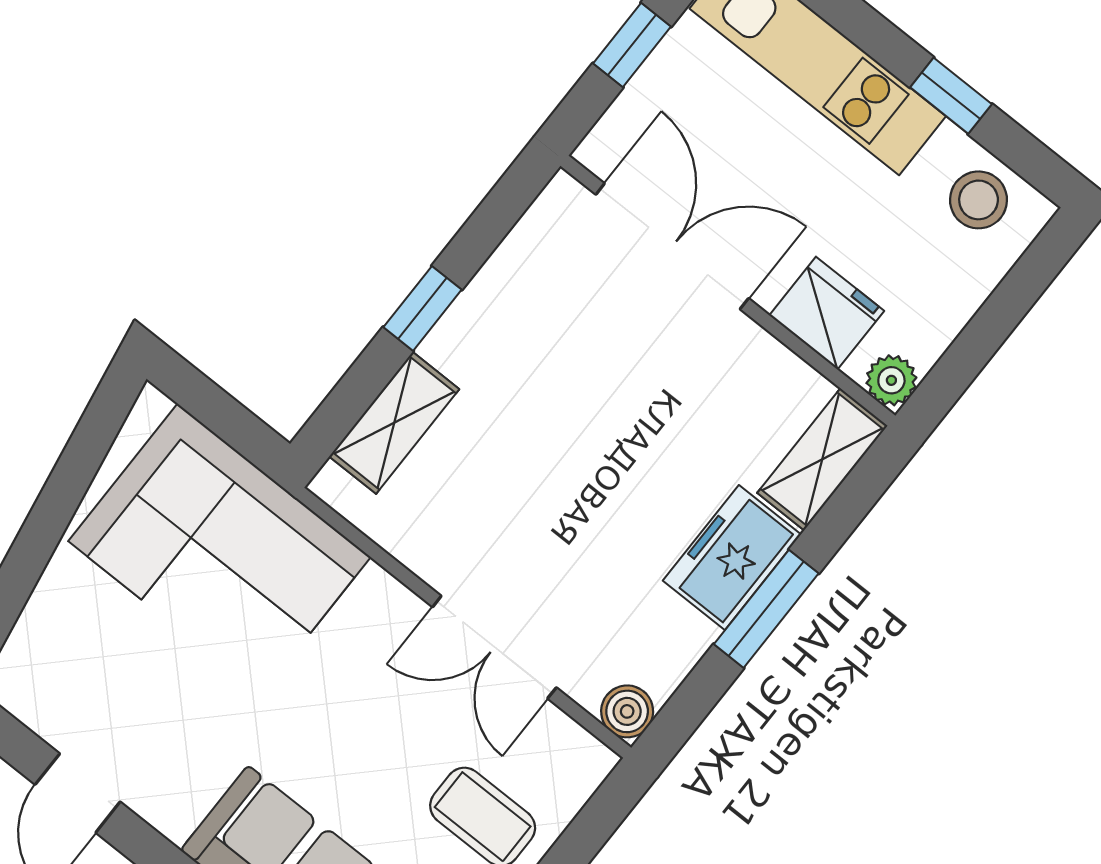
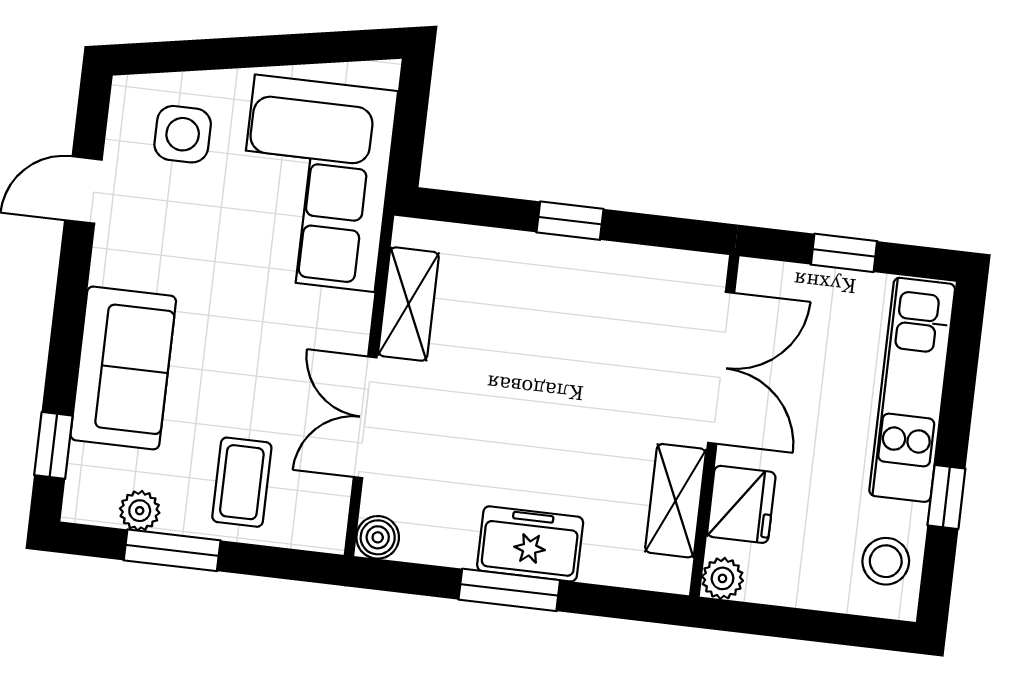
shelving: (394, 423) -> (408, 304), moved, turned 90
shelving: (822, 459) -> (675, 501), moved, turned 90
side table: (84, 654) -> (183, 134), added

